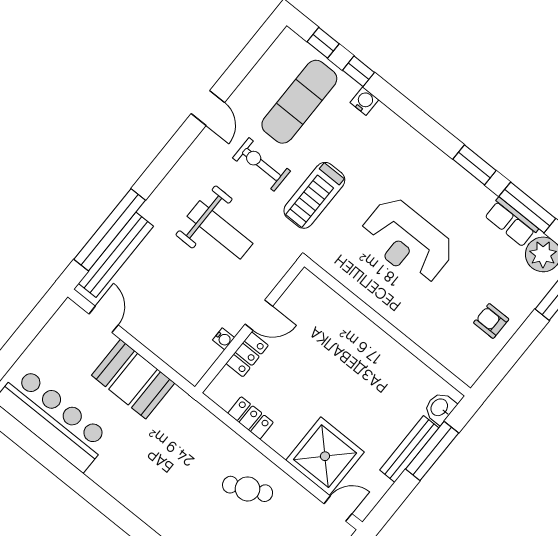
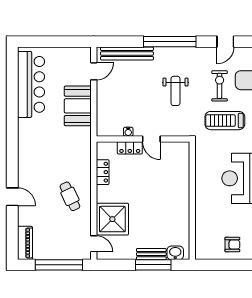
window: (110, 230) -> (170, 42), moved
weight bench: (220, 230) -> (175, 91), width x0.73, depth x0.75
armchair: (491, 321) -> (232, 245), turned 90
bench: (409, 449) -> (151, 254), width x0.73

